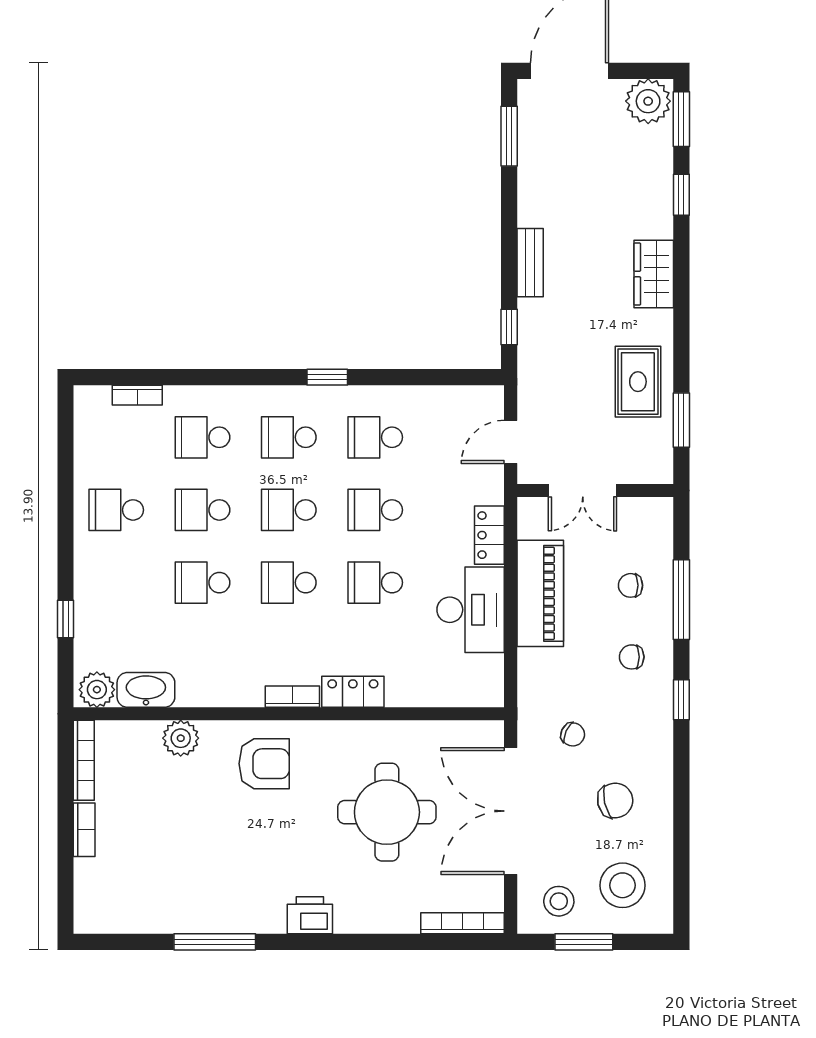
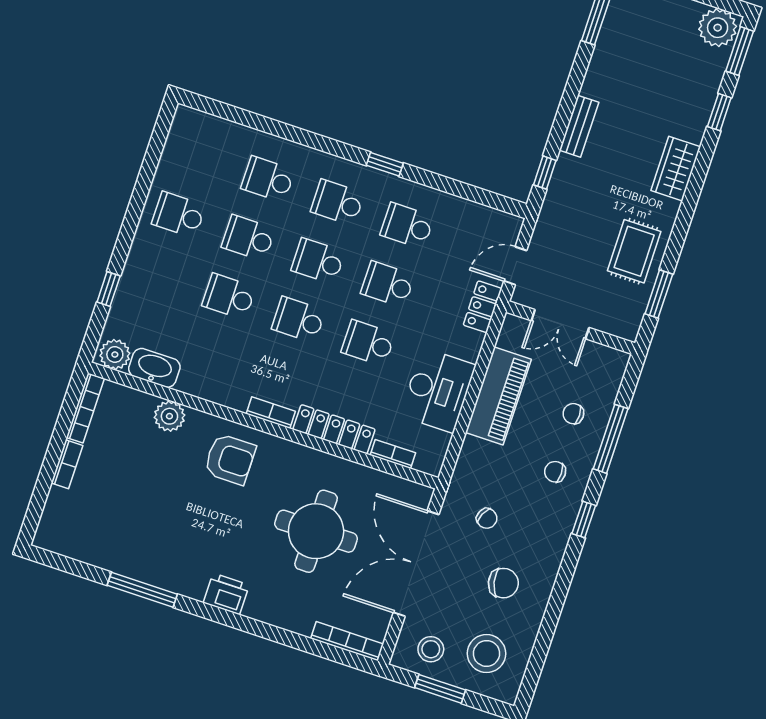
bookcase: (137, 395) -> (393, 454), moved, turned 180
locker: (489, 535) -> (483, 307), moved
locker: (353, 692) -> (334, 429), width x1.53

